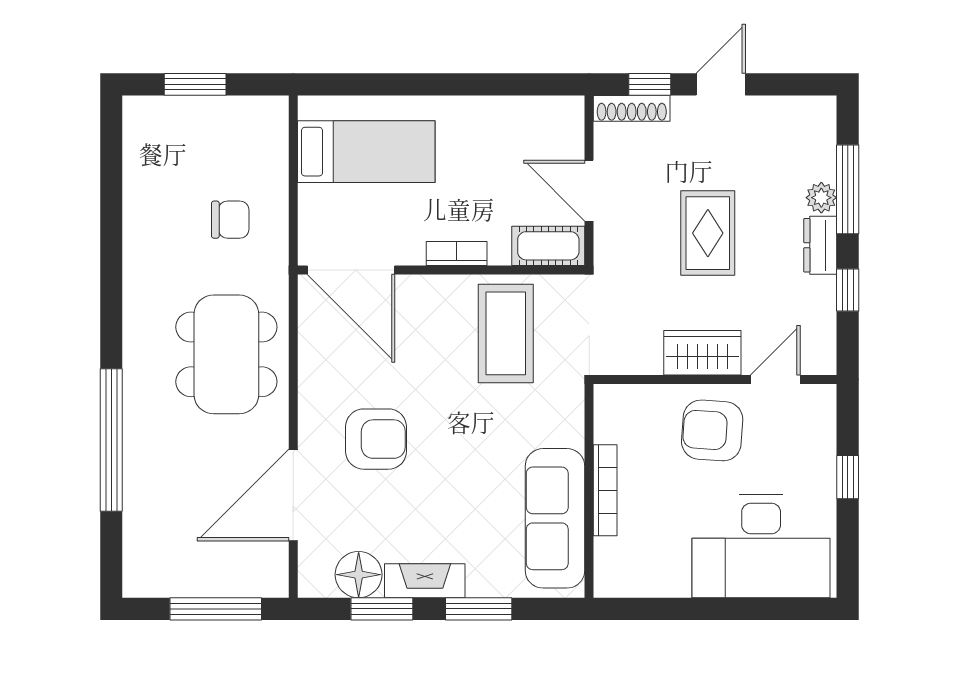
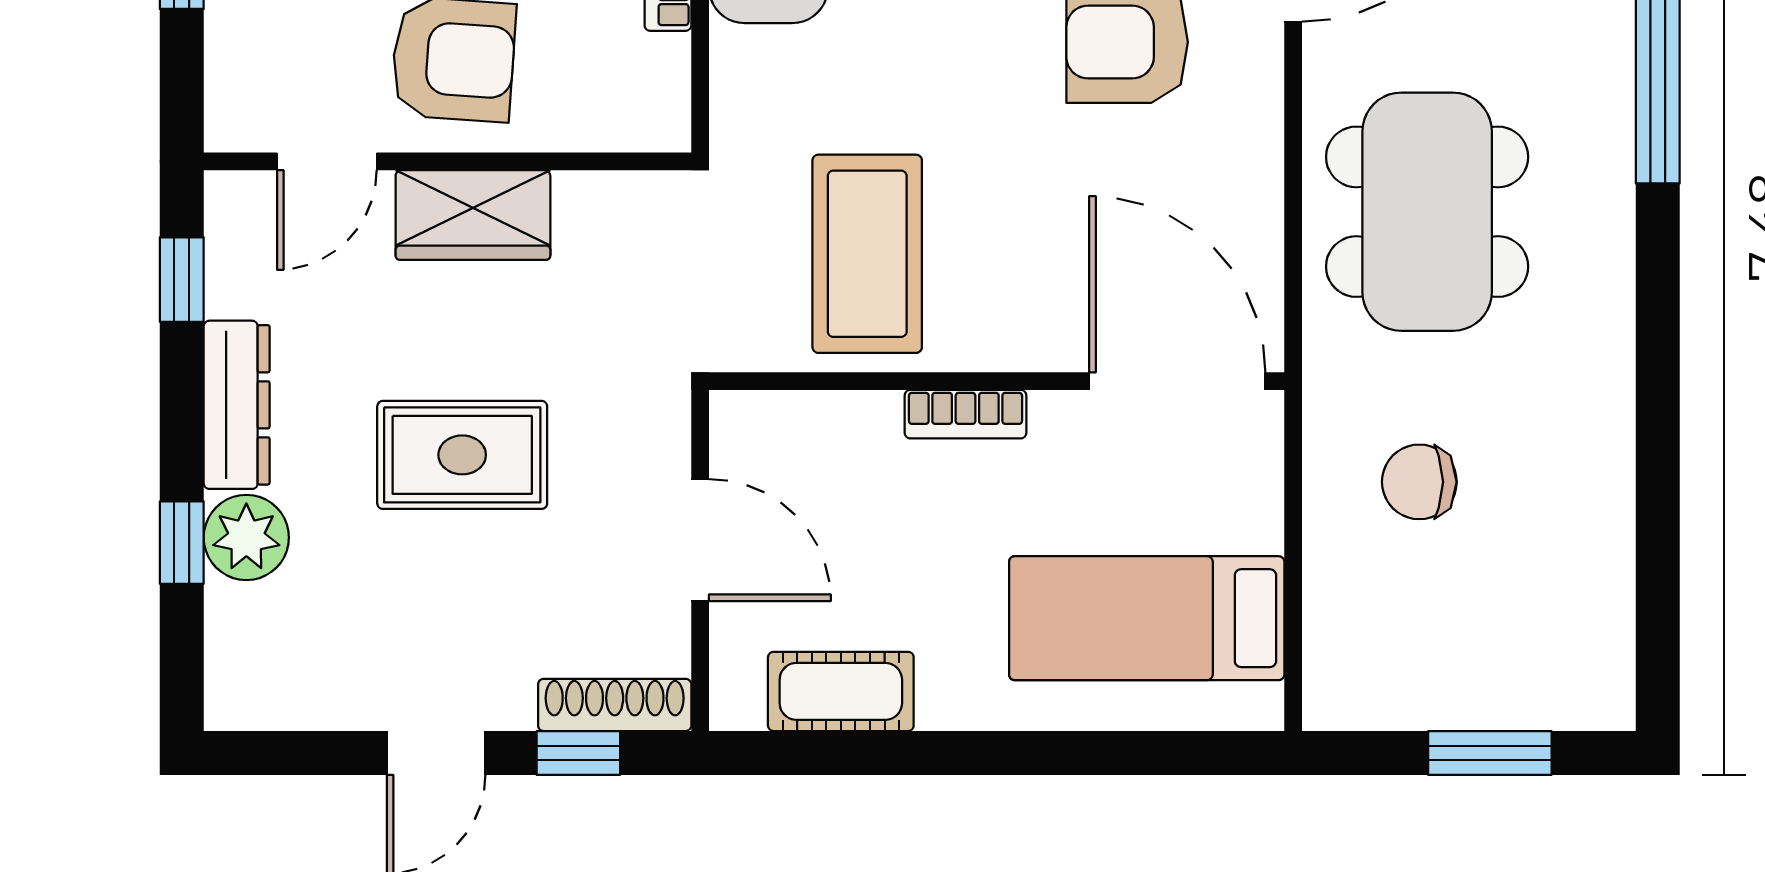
window: (848, 189) -> (182, 543), width x0.46
plant: (821, 198) -> (246, 537), width x1.38, depth x1.38
rug: (708, 233) -> (462, 455), turned 90
dresser: (820, 245) -> (237, 405), width x1.44
cot: (548, 246) -> (841, 691), moved
window: (848, 290) -> (182, 280), moved

